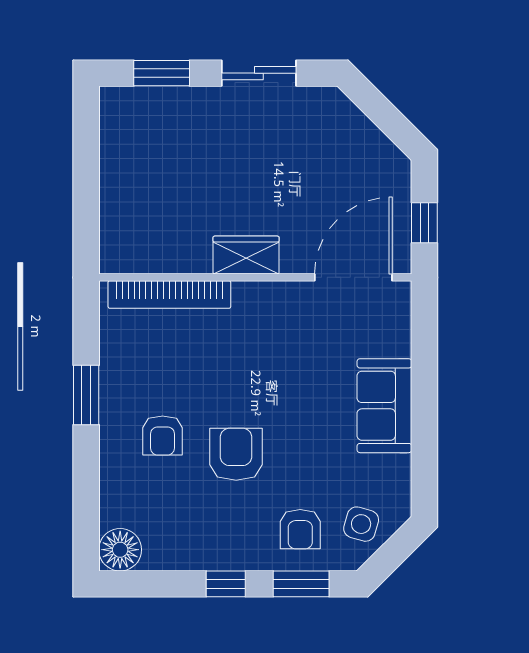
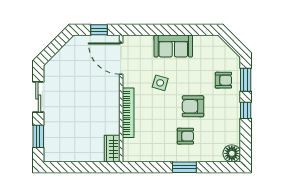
wardrobe: (246, 255) -> (112, 149), moved
bookcase: (169, 294) -> (128, 113), moved
window: (86, 395) -> (184, 167), moved
side table: (361, 524) -> (160, 83), moved

